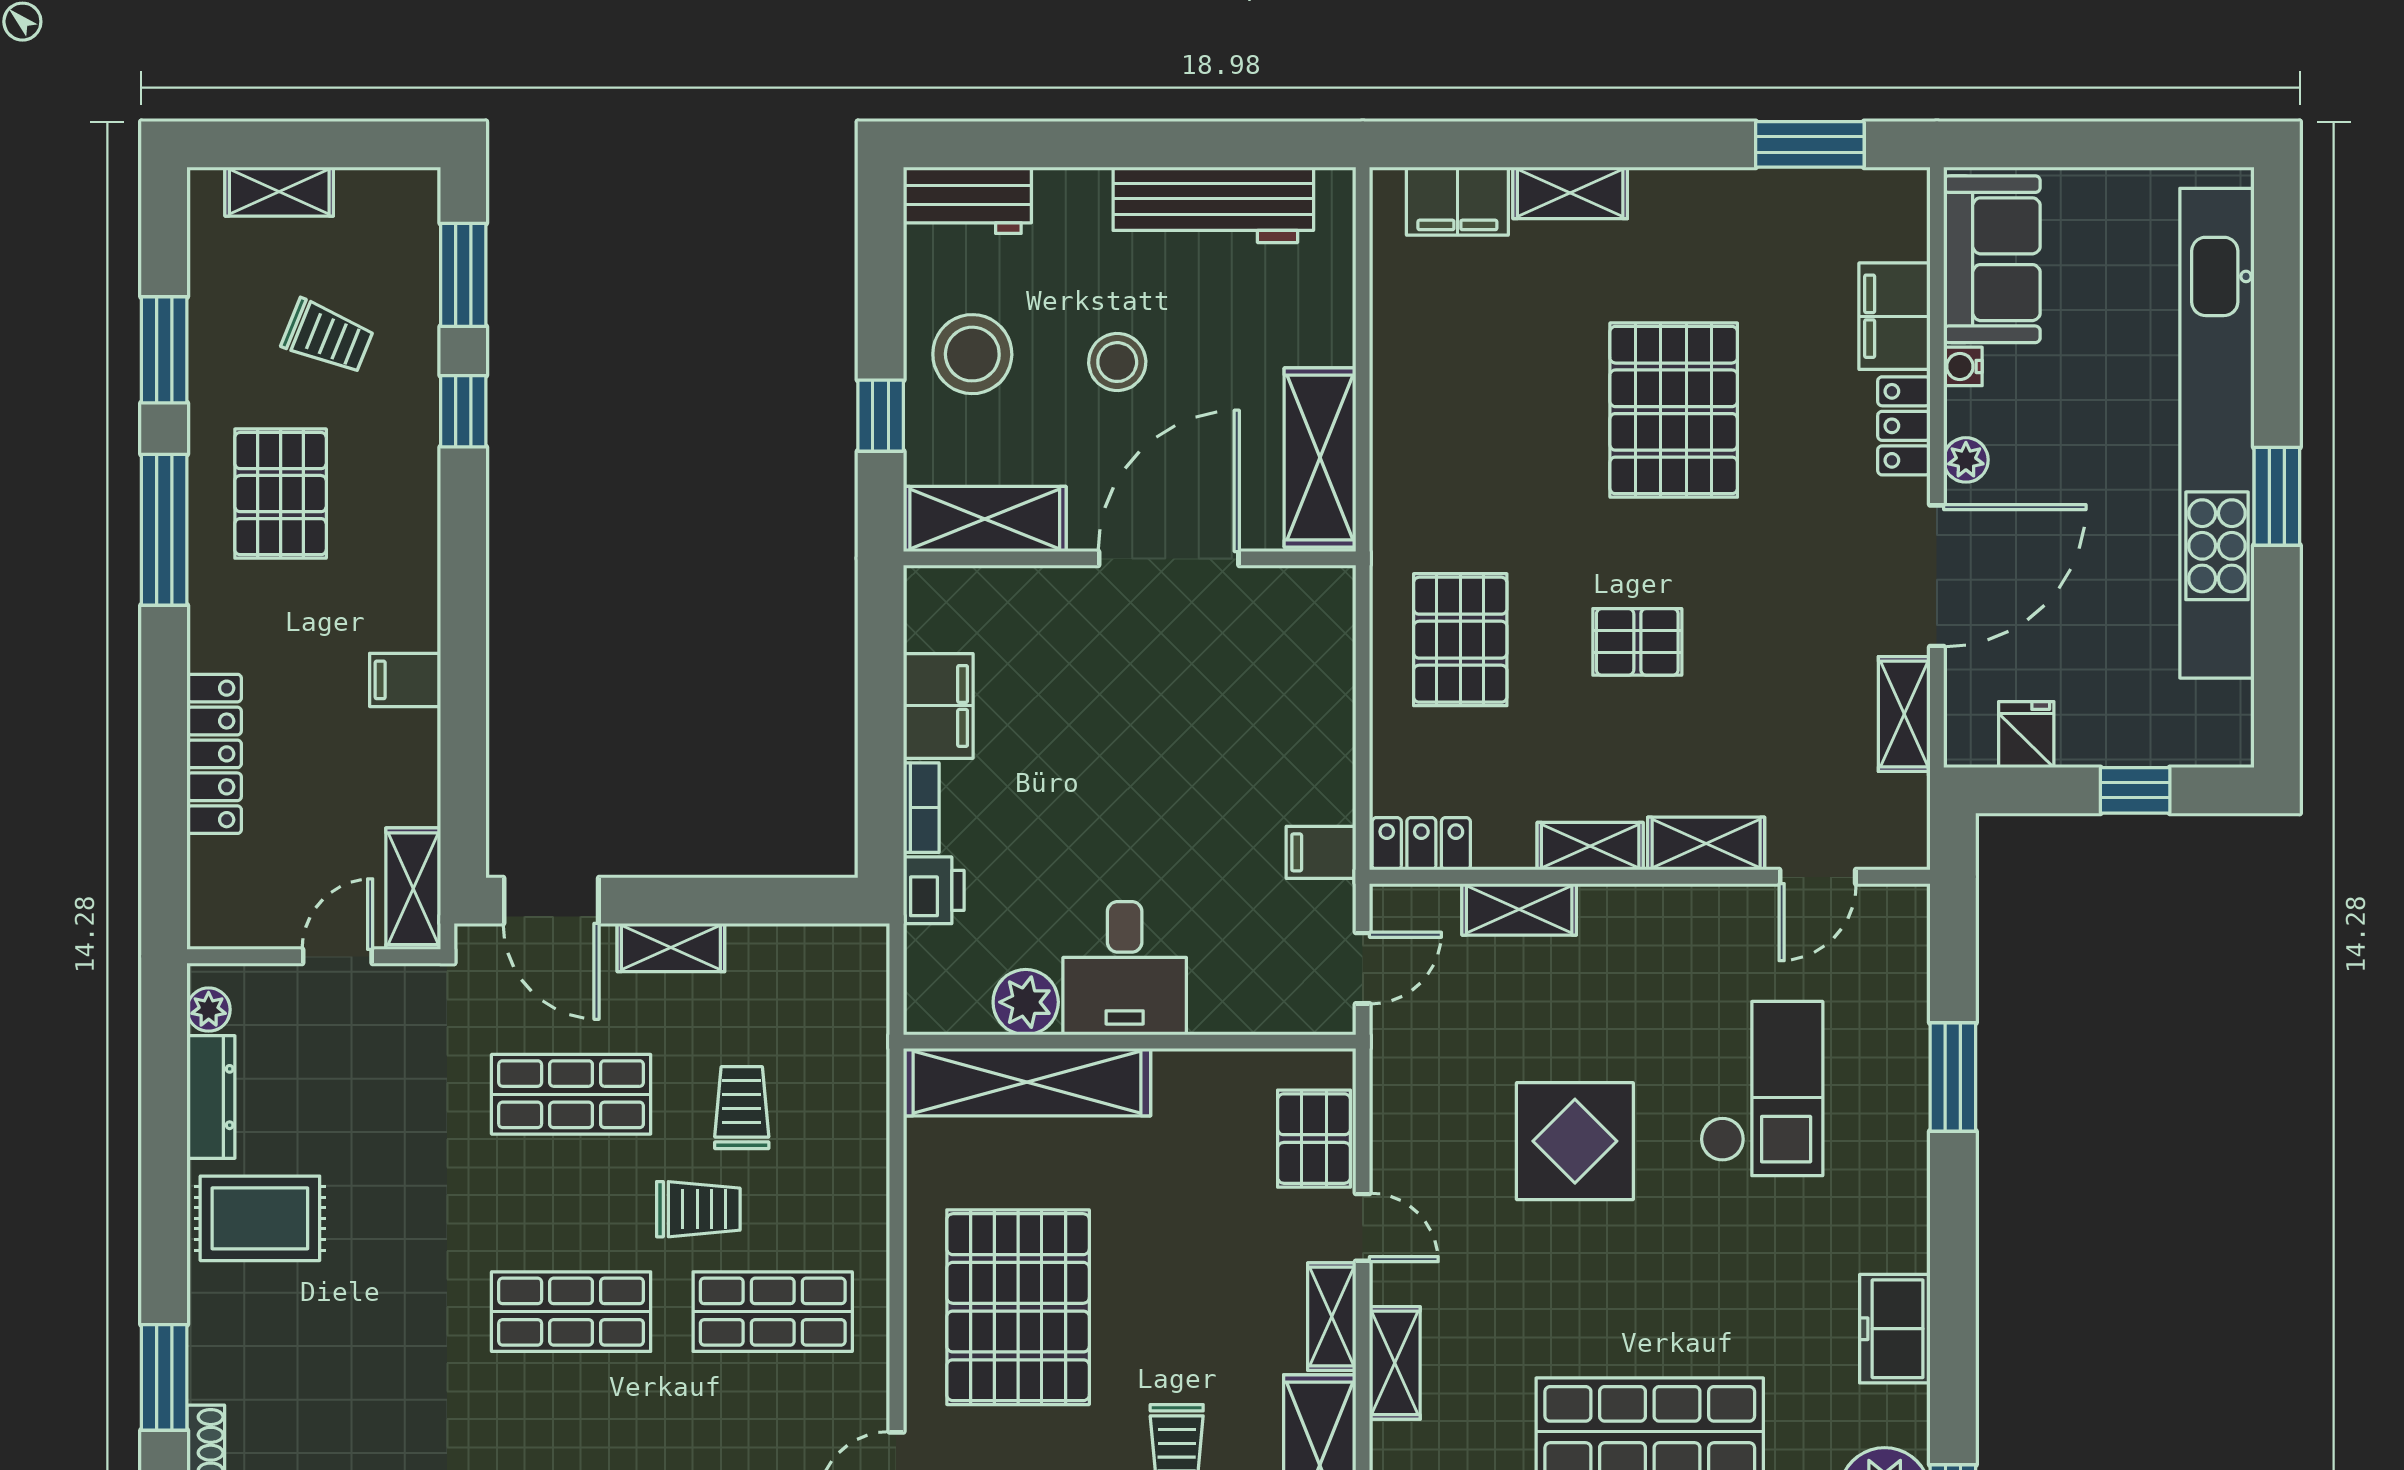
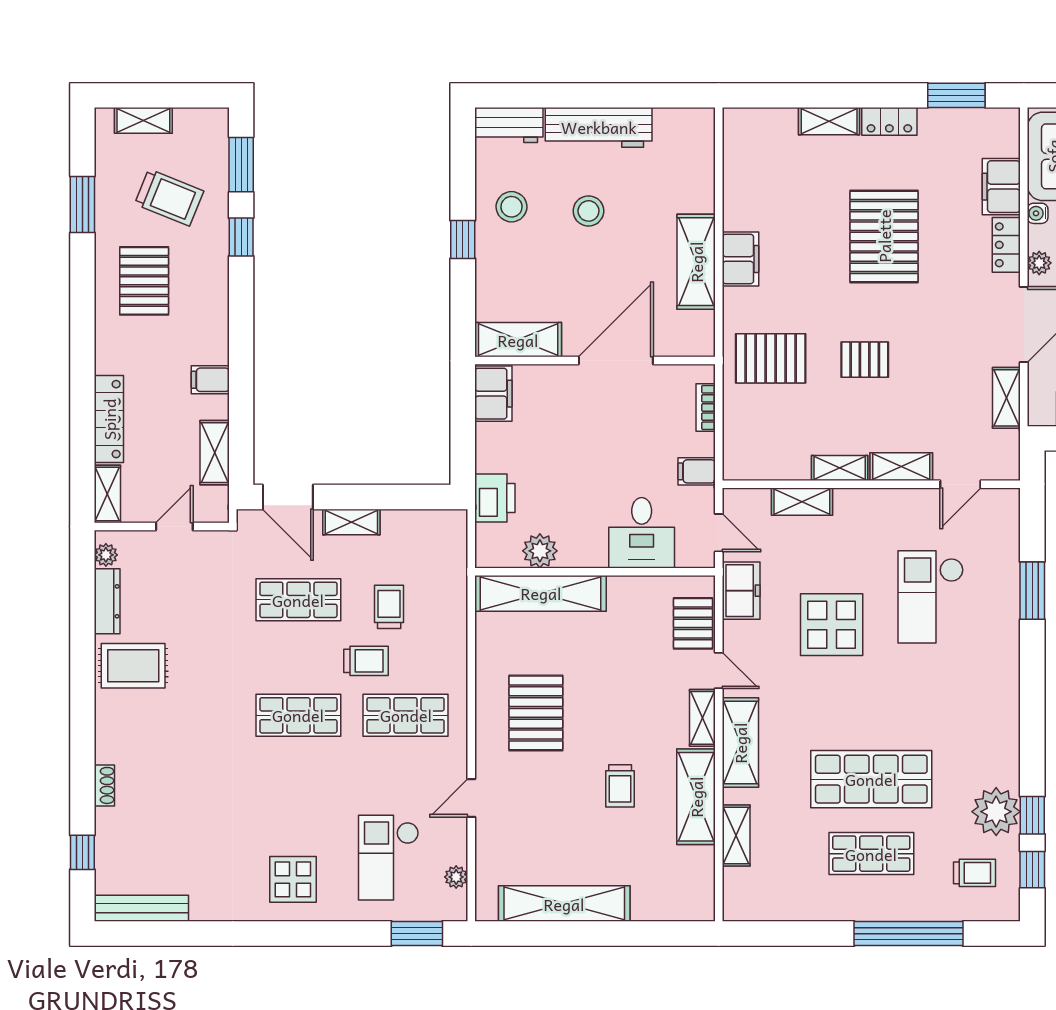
filing cabinet: (1457, 201) -> (740, 259), moved, turned -90
workbench: (1213, 205) -> (599, 127), moved
trolley: (328, 337) -> (169, 198), width x1.36, depth x1.39
stool: (972, 354) -> (512, 207), width x0.73, depth x0.73
shelving: (985, 519) -> (518, 340), moved
window: (164, 530) -> (82, 300), removed
wall: (1130, 558) -> (595, 361), moved
door: (1169, 558) -> (616, 361), moved
pallet: (1460, 640) -> (771, 358), turned 90
bookcase: (921, 808) -> (706, 407), moved, turned 180
locker: (1421, 844) -> (889, 121), moved, turned 180
shelving: (413, 889) -> (215, 453), moved
printer: (934, 890) -> (495, 498), width x1.36, depth x1.24
shelving: (211, 895) -> (107, 494), added
desk: (1125, 968) -> (642, 533), moved
door: (1363, 968) -> (719, 533), hinge flipped
checkout: (1762, 1089) -> (931, 597), turned 180
pallet: (1018, 1307) -> (536, 713), width x0.73, depth x0.71
freezer: (1895, 1329) -> (741, 591), moved, turned 180
shelving: (1395, 1363) -> (740, 743), width x1.50, depth x1.33
window: (164, 1377) -> (82, 750), removed

